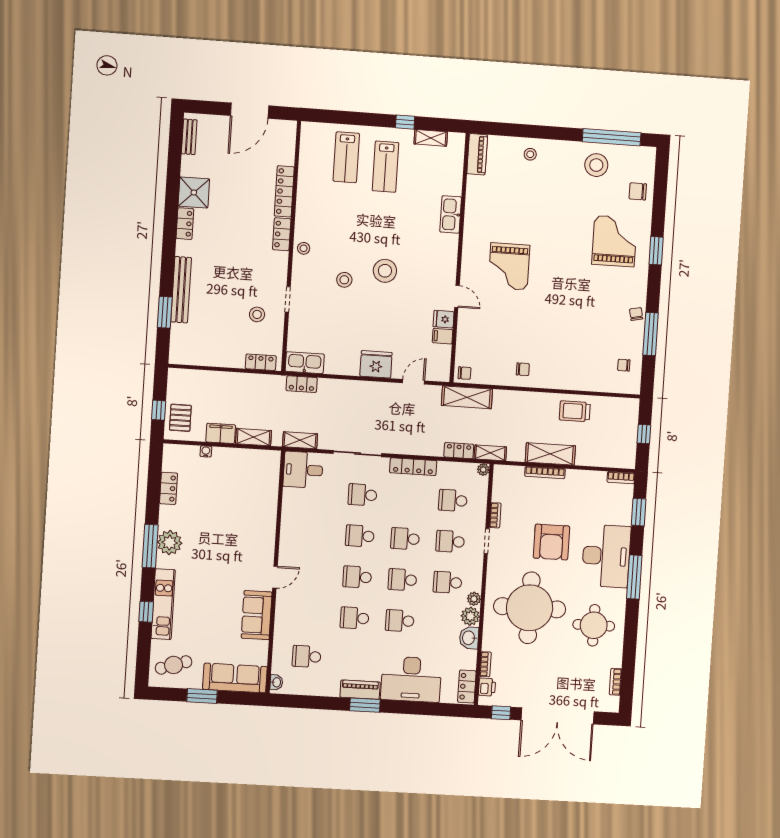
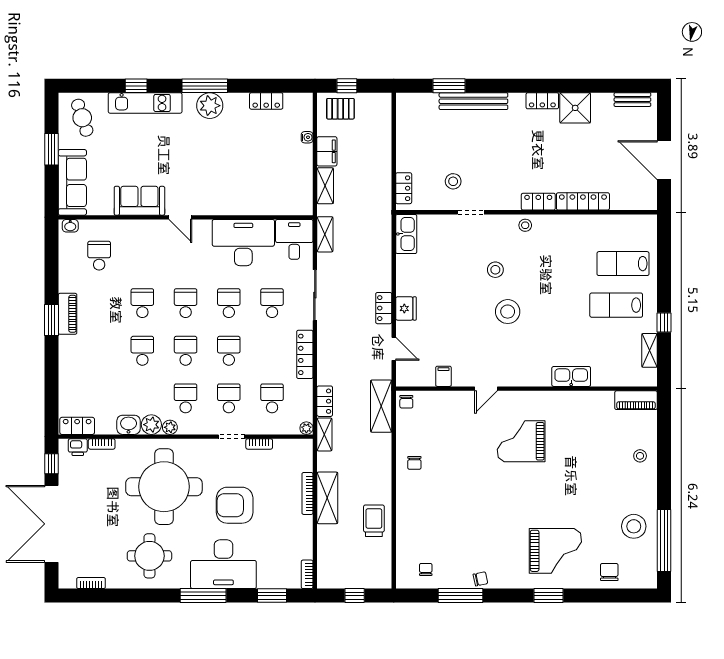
fridge: (444, 319) -> (461, 376), removed
fridge: (376, 364) -> (406, 308), width x0.73, depth x0.75
locker: (302, 384) -> (384, 308), moved
desk: (411, 679) -> (243, 243), moved, turned 90

